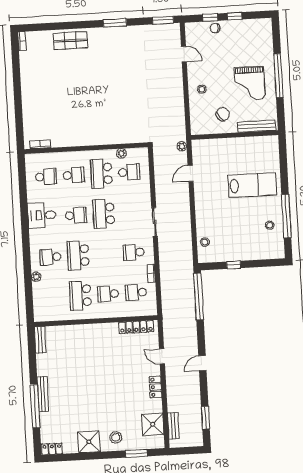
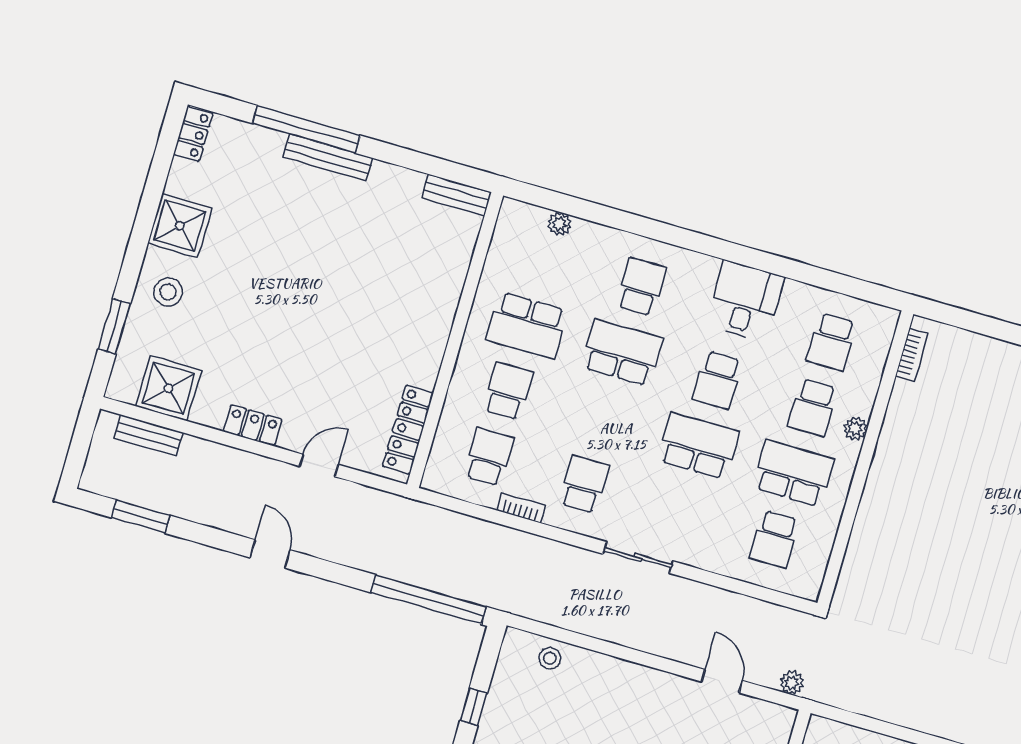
plant: (121, 153) -> (855, 429), moved
plant: (36, 277) -> (559, 224), moved
school desk: (80, 296) -> (527, 325), turned 180

